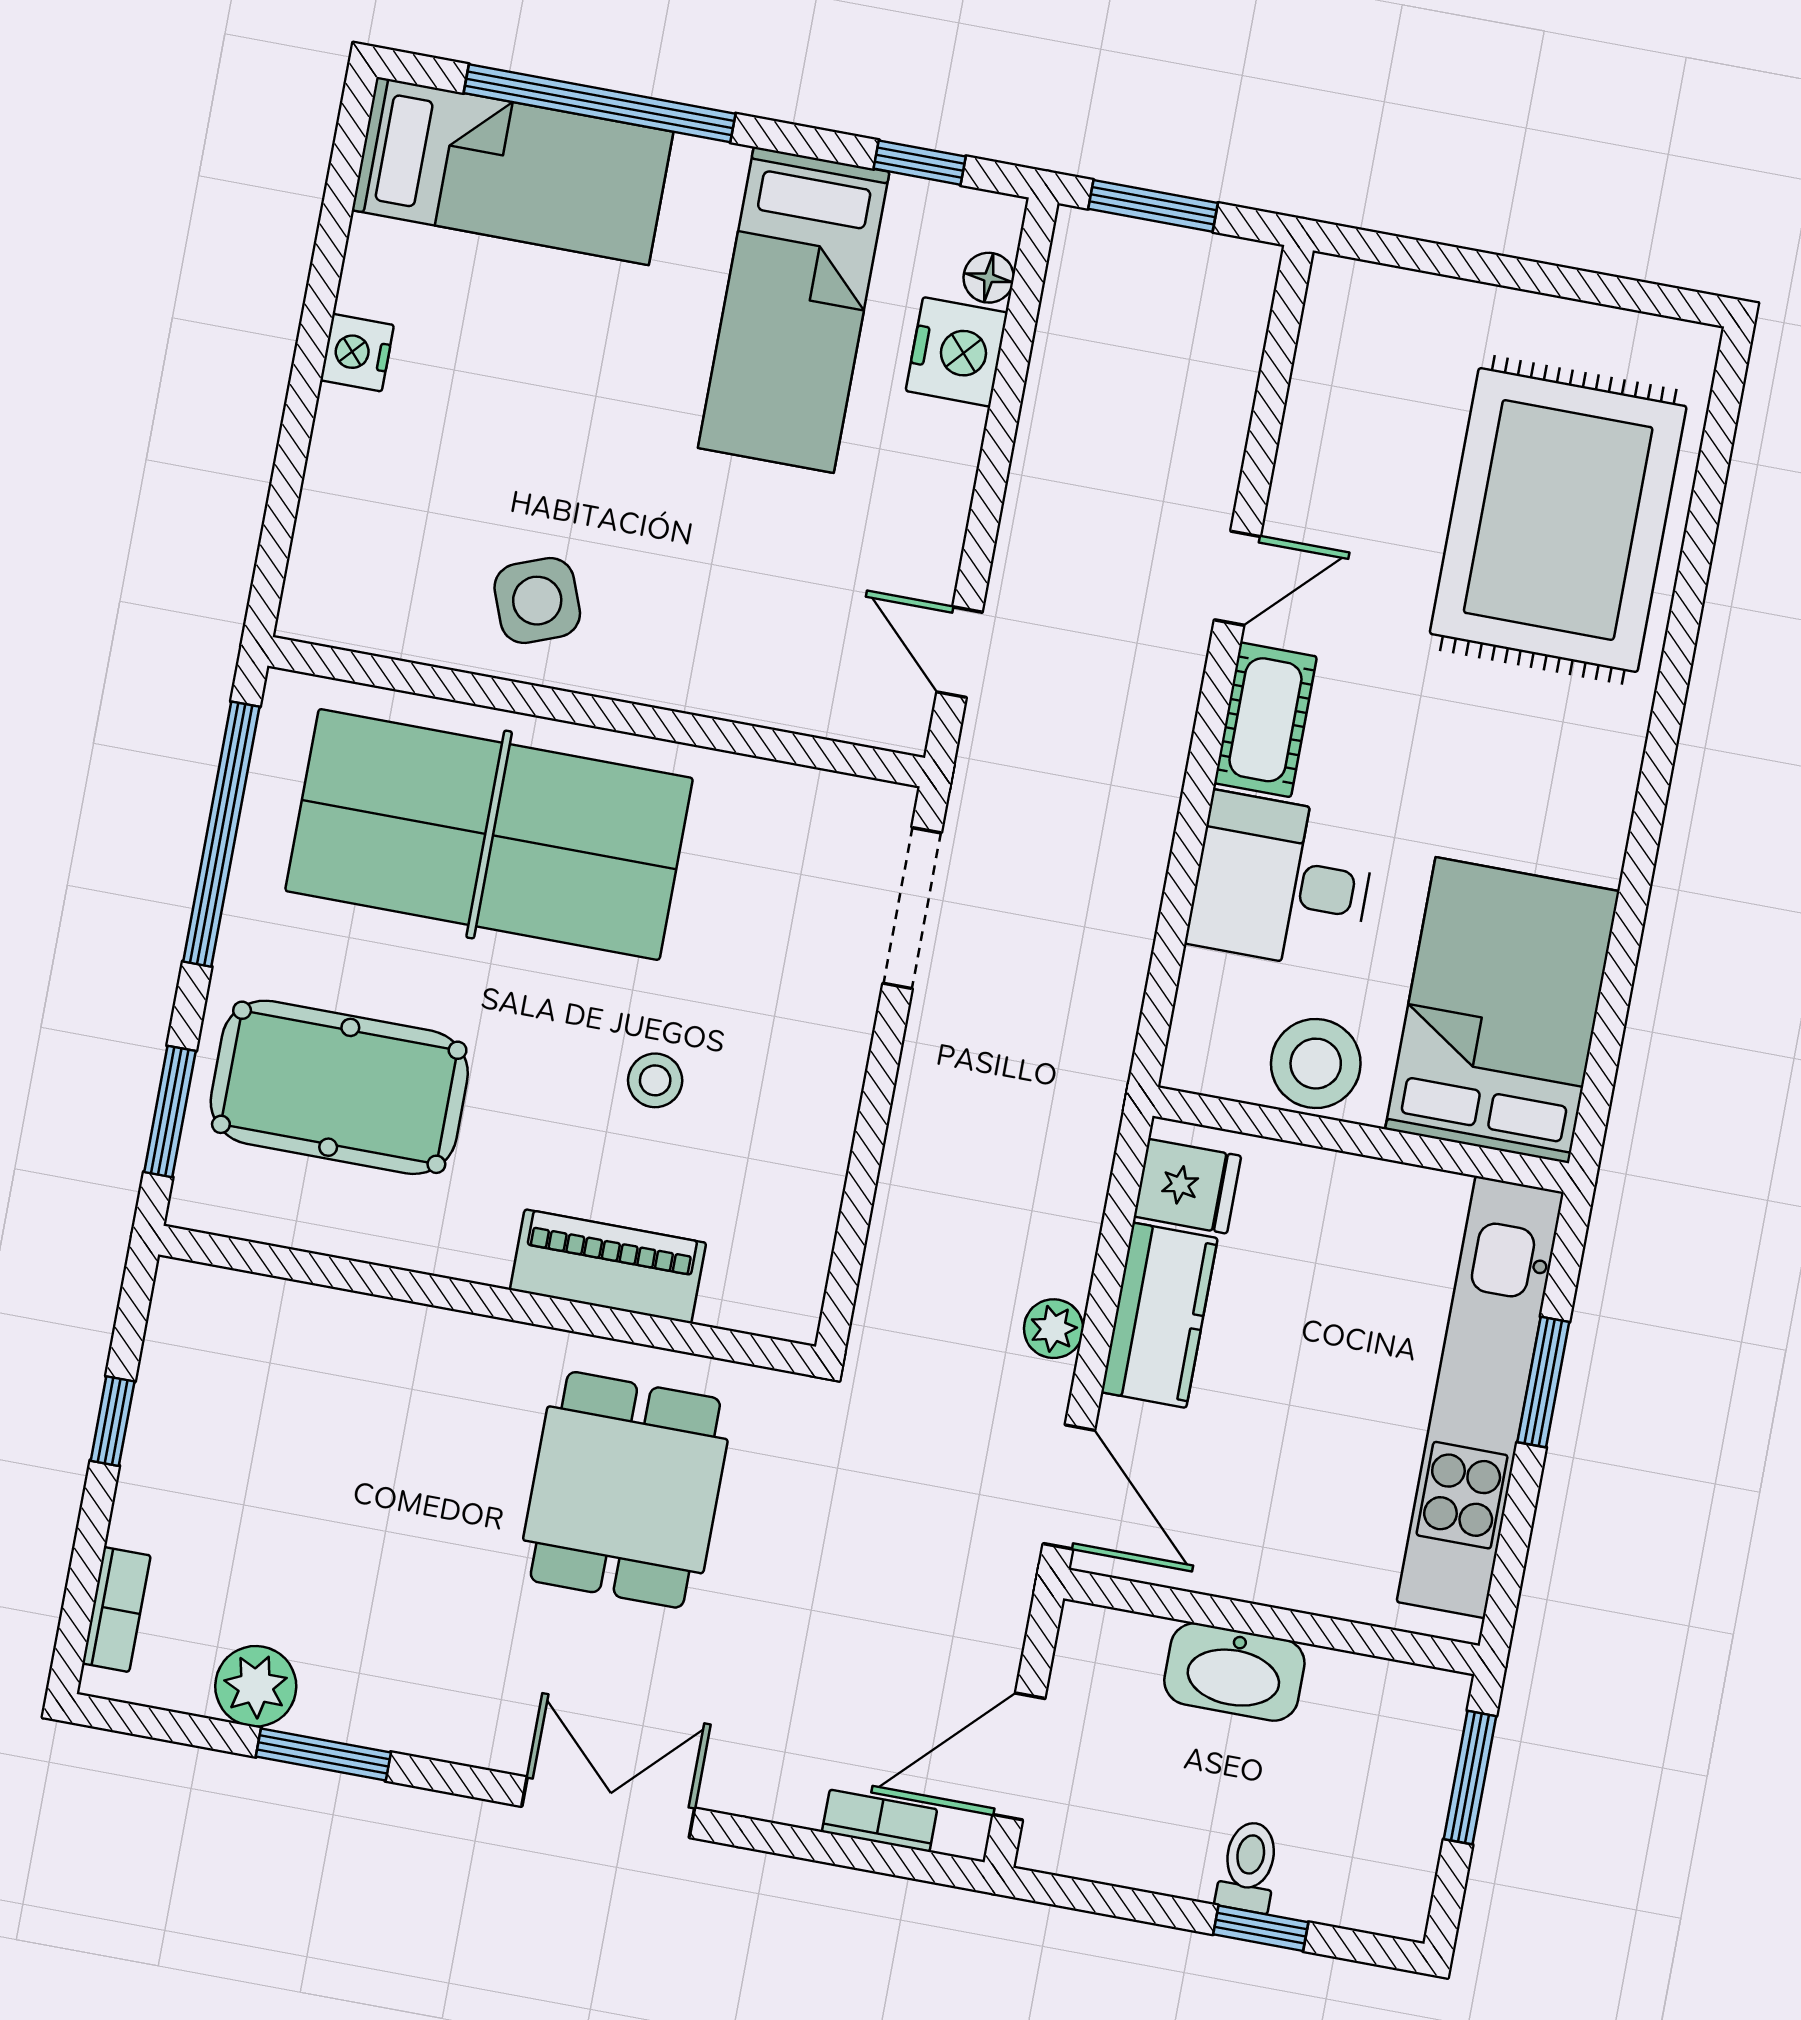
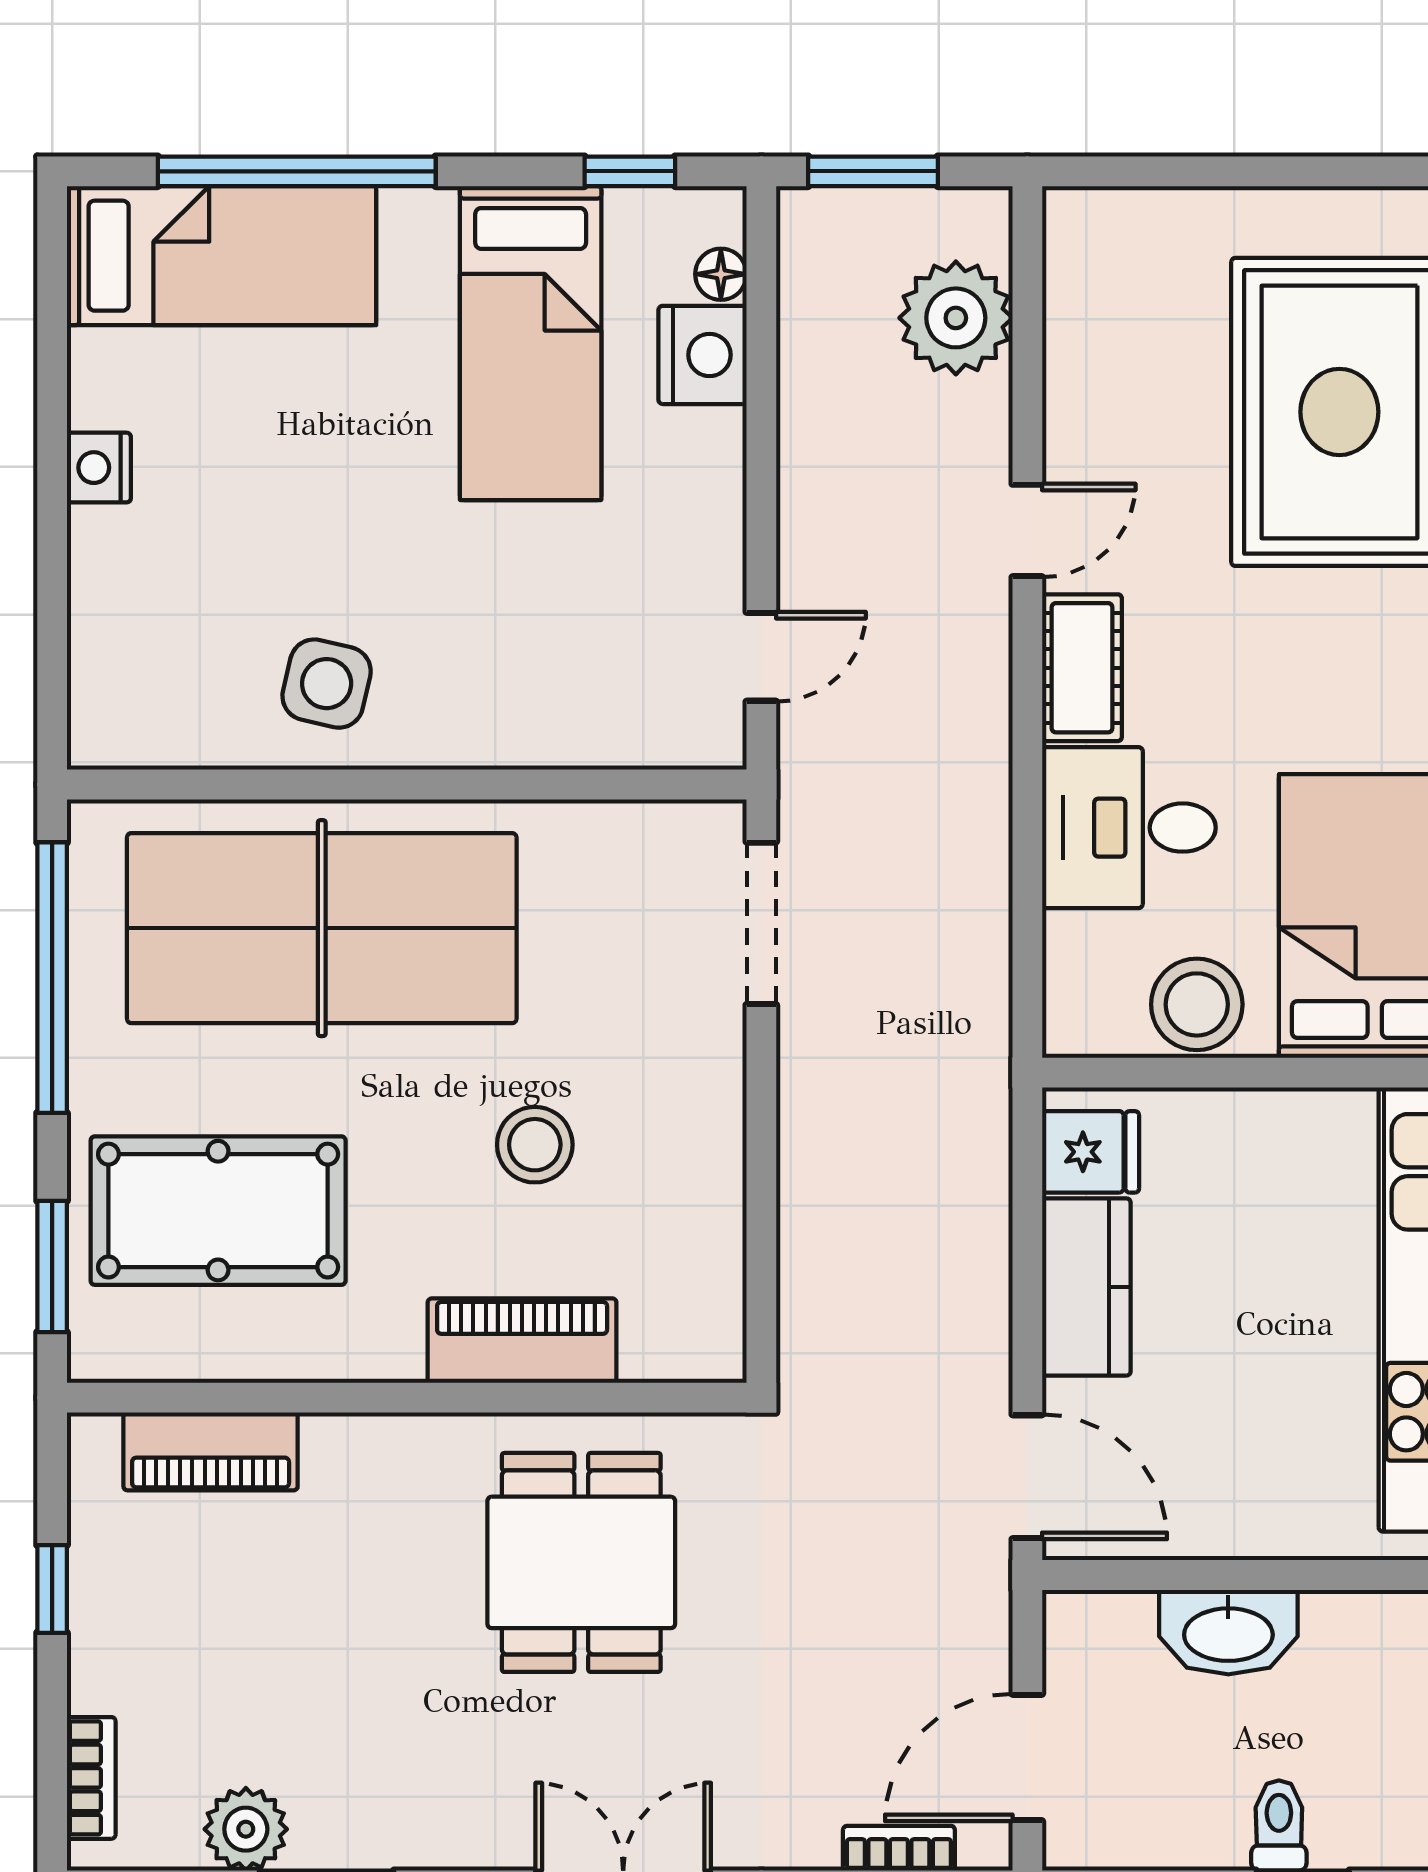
side table: (537, 601) -> (327, 684), turned 34
door: (959, 652) -> (761, 657), swing flipped
stool: (655, 1080) -> (535, 1145), width x1.37, depth x1.37
piano: (289, 1317) -> (211, 1451), added
plant: (1054, 1329) -> (956, 318), moved, width x1.88, depth x1.88

